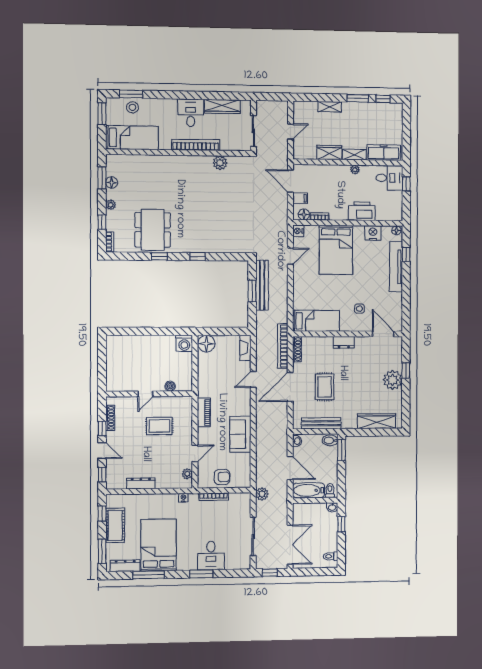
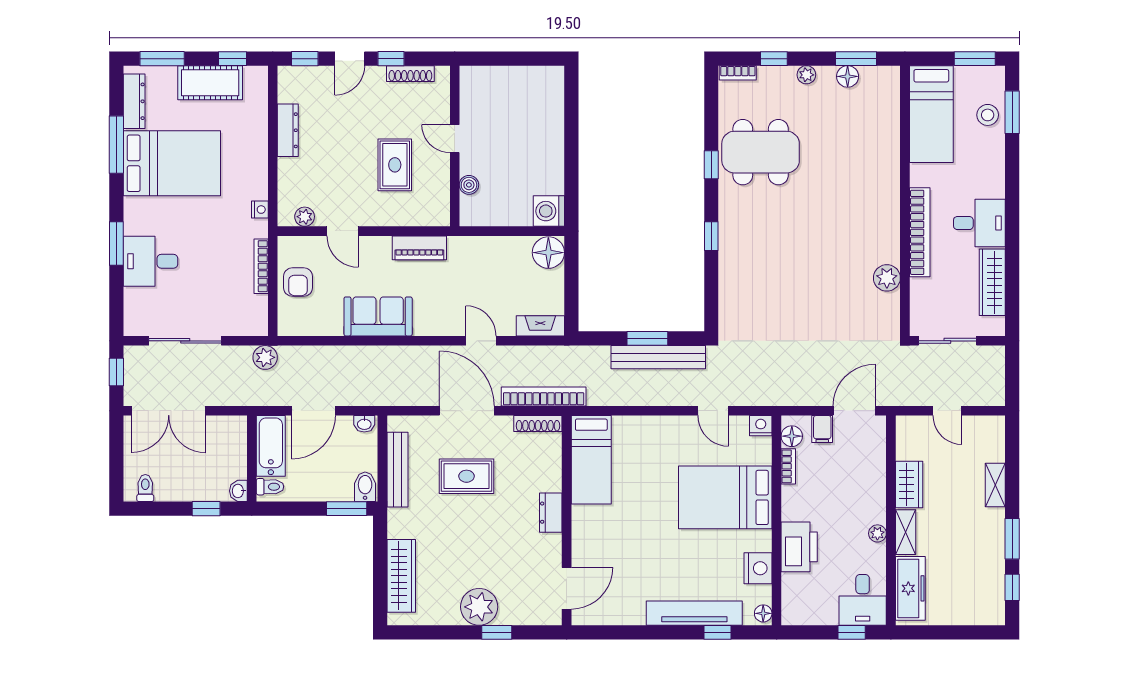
side table: (359, 309) -> (615, 543), removed

